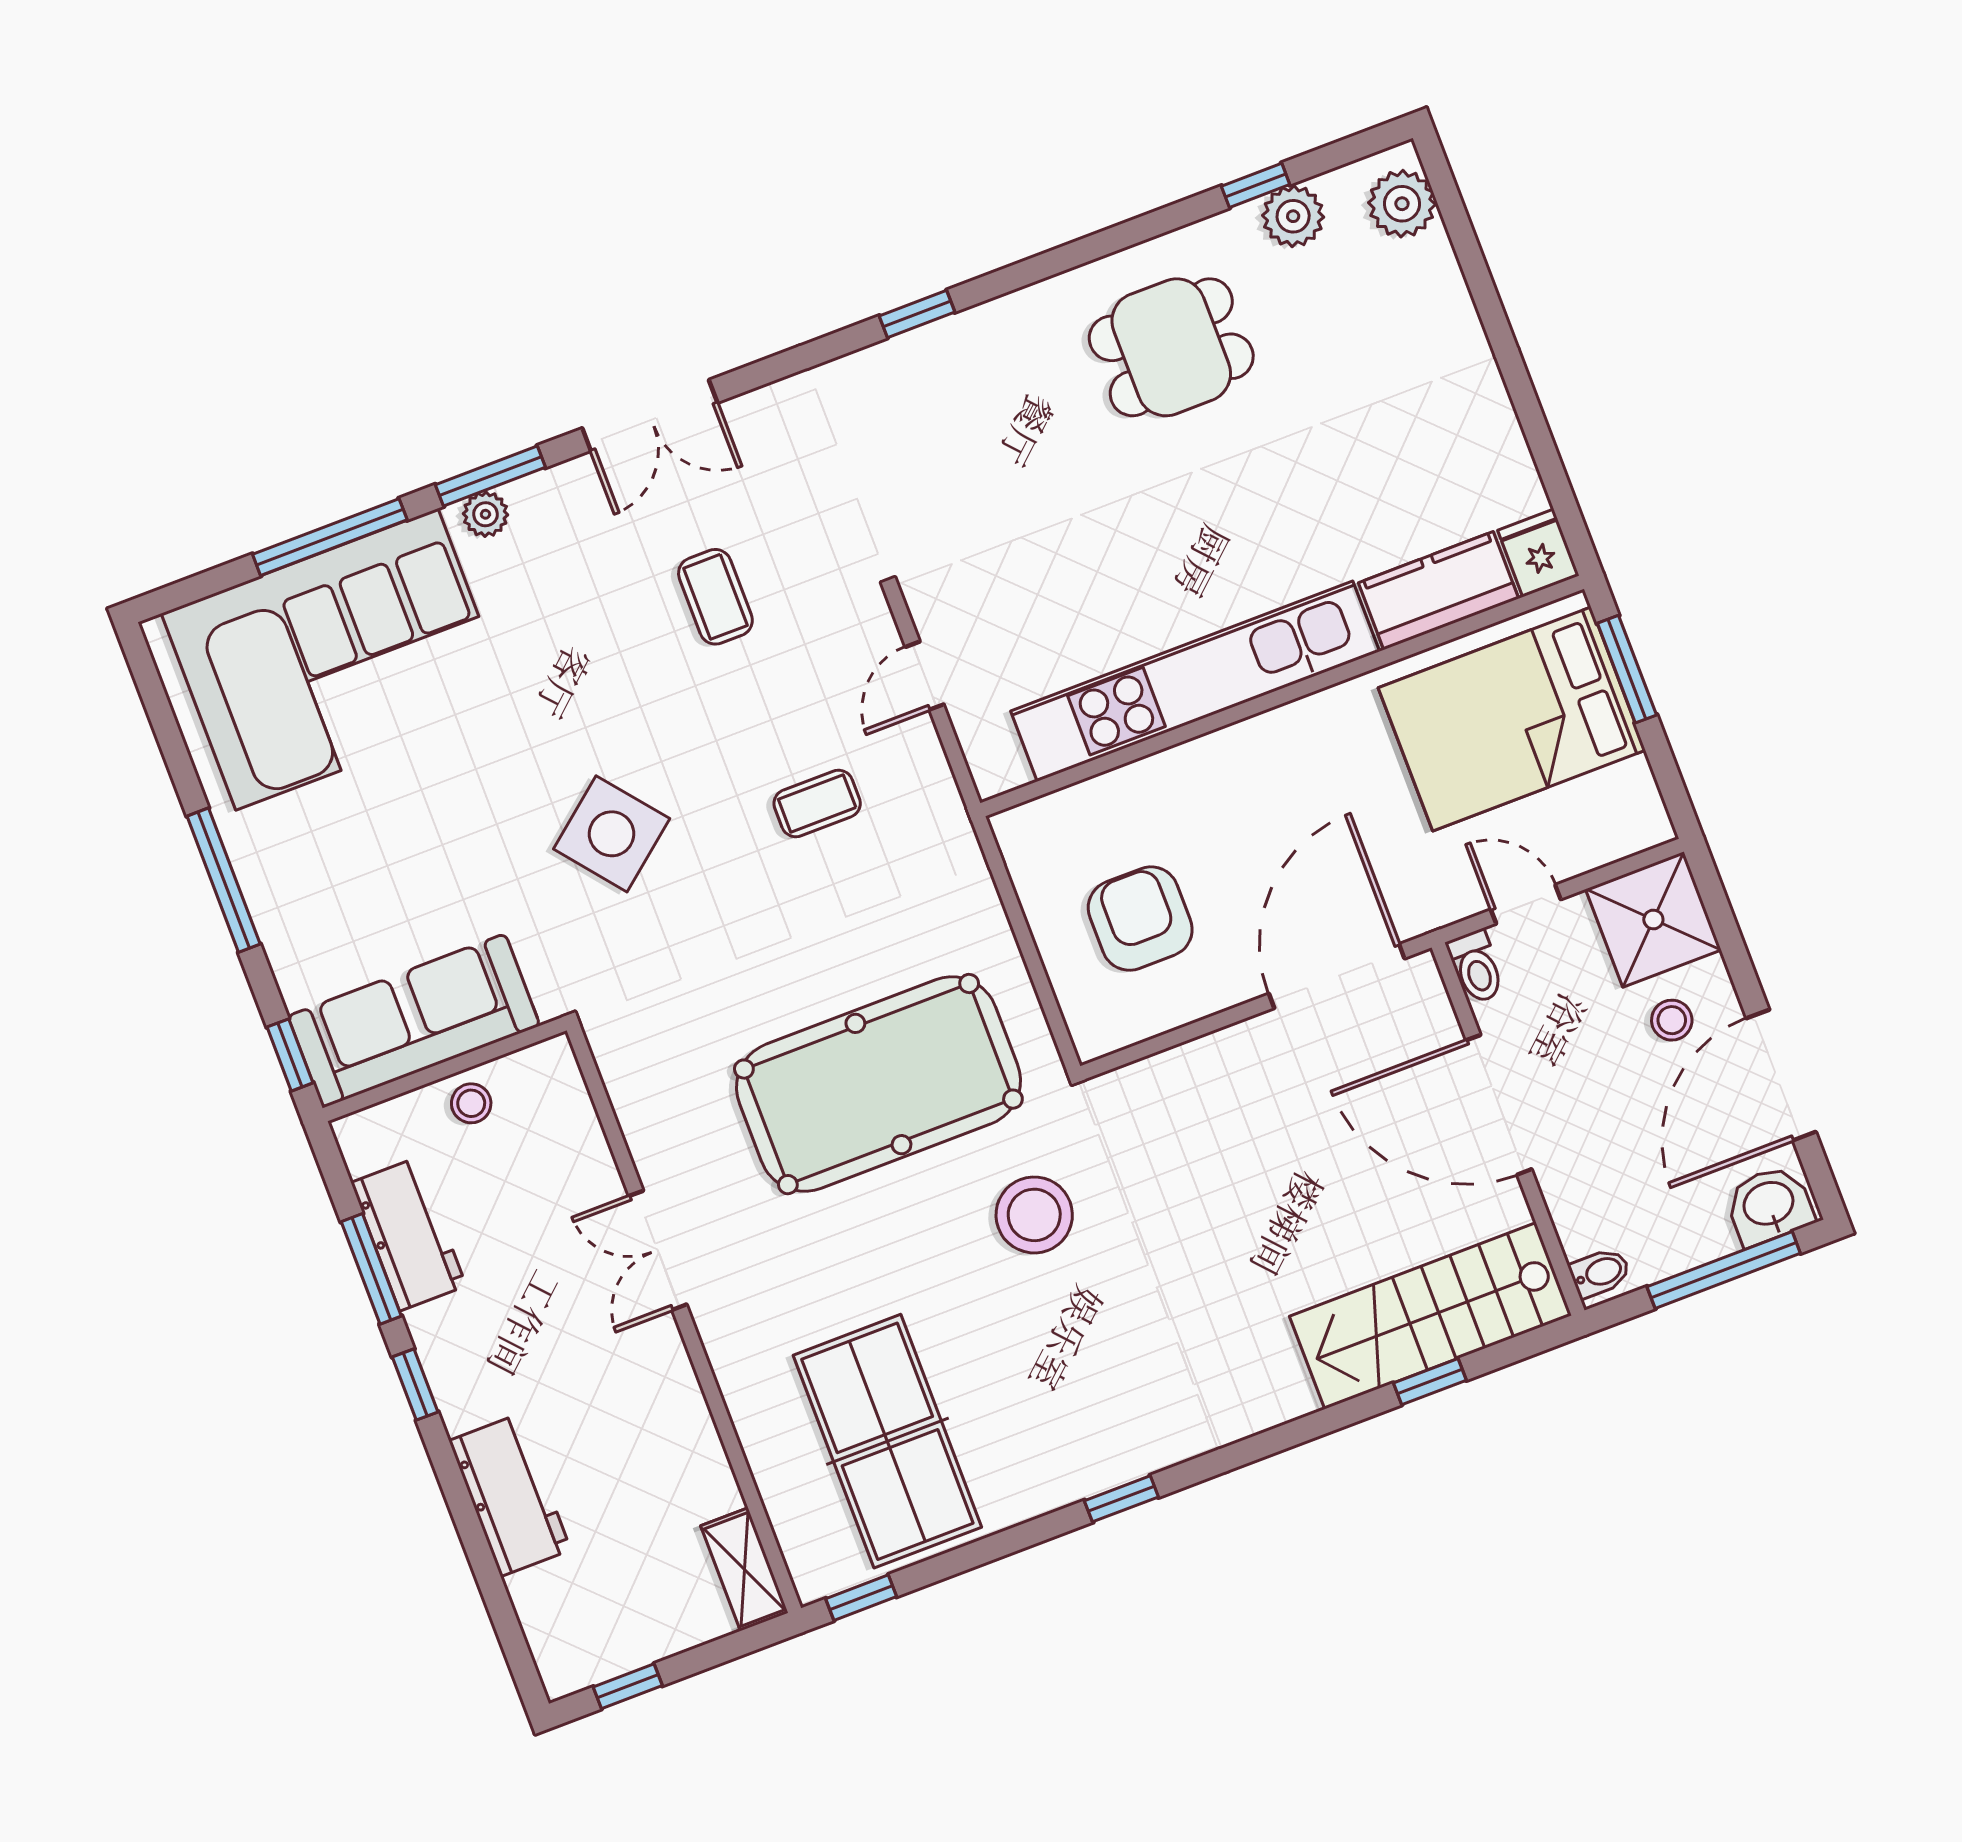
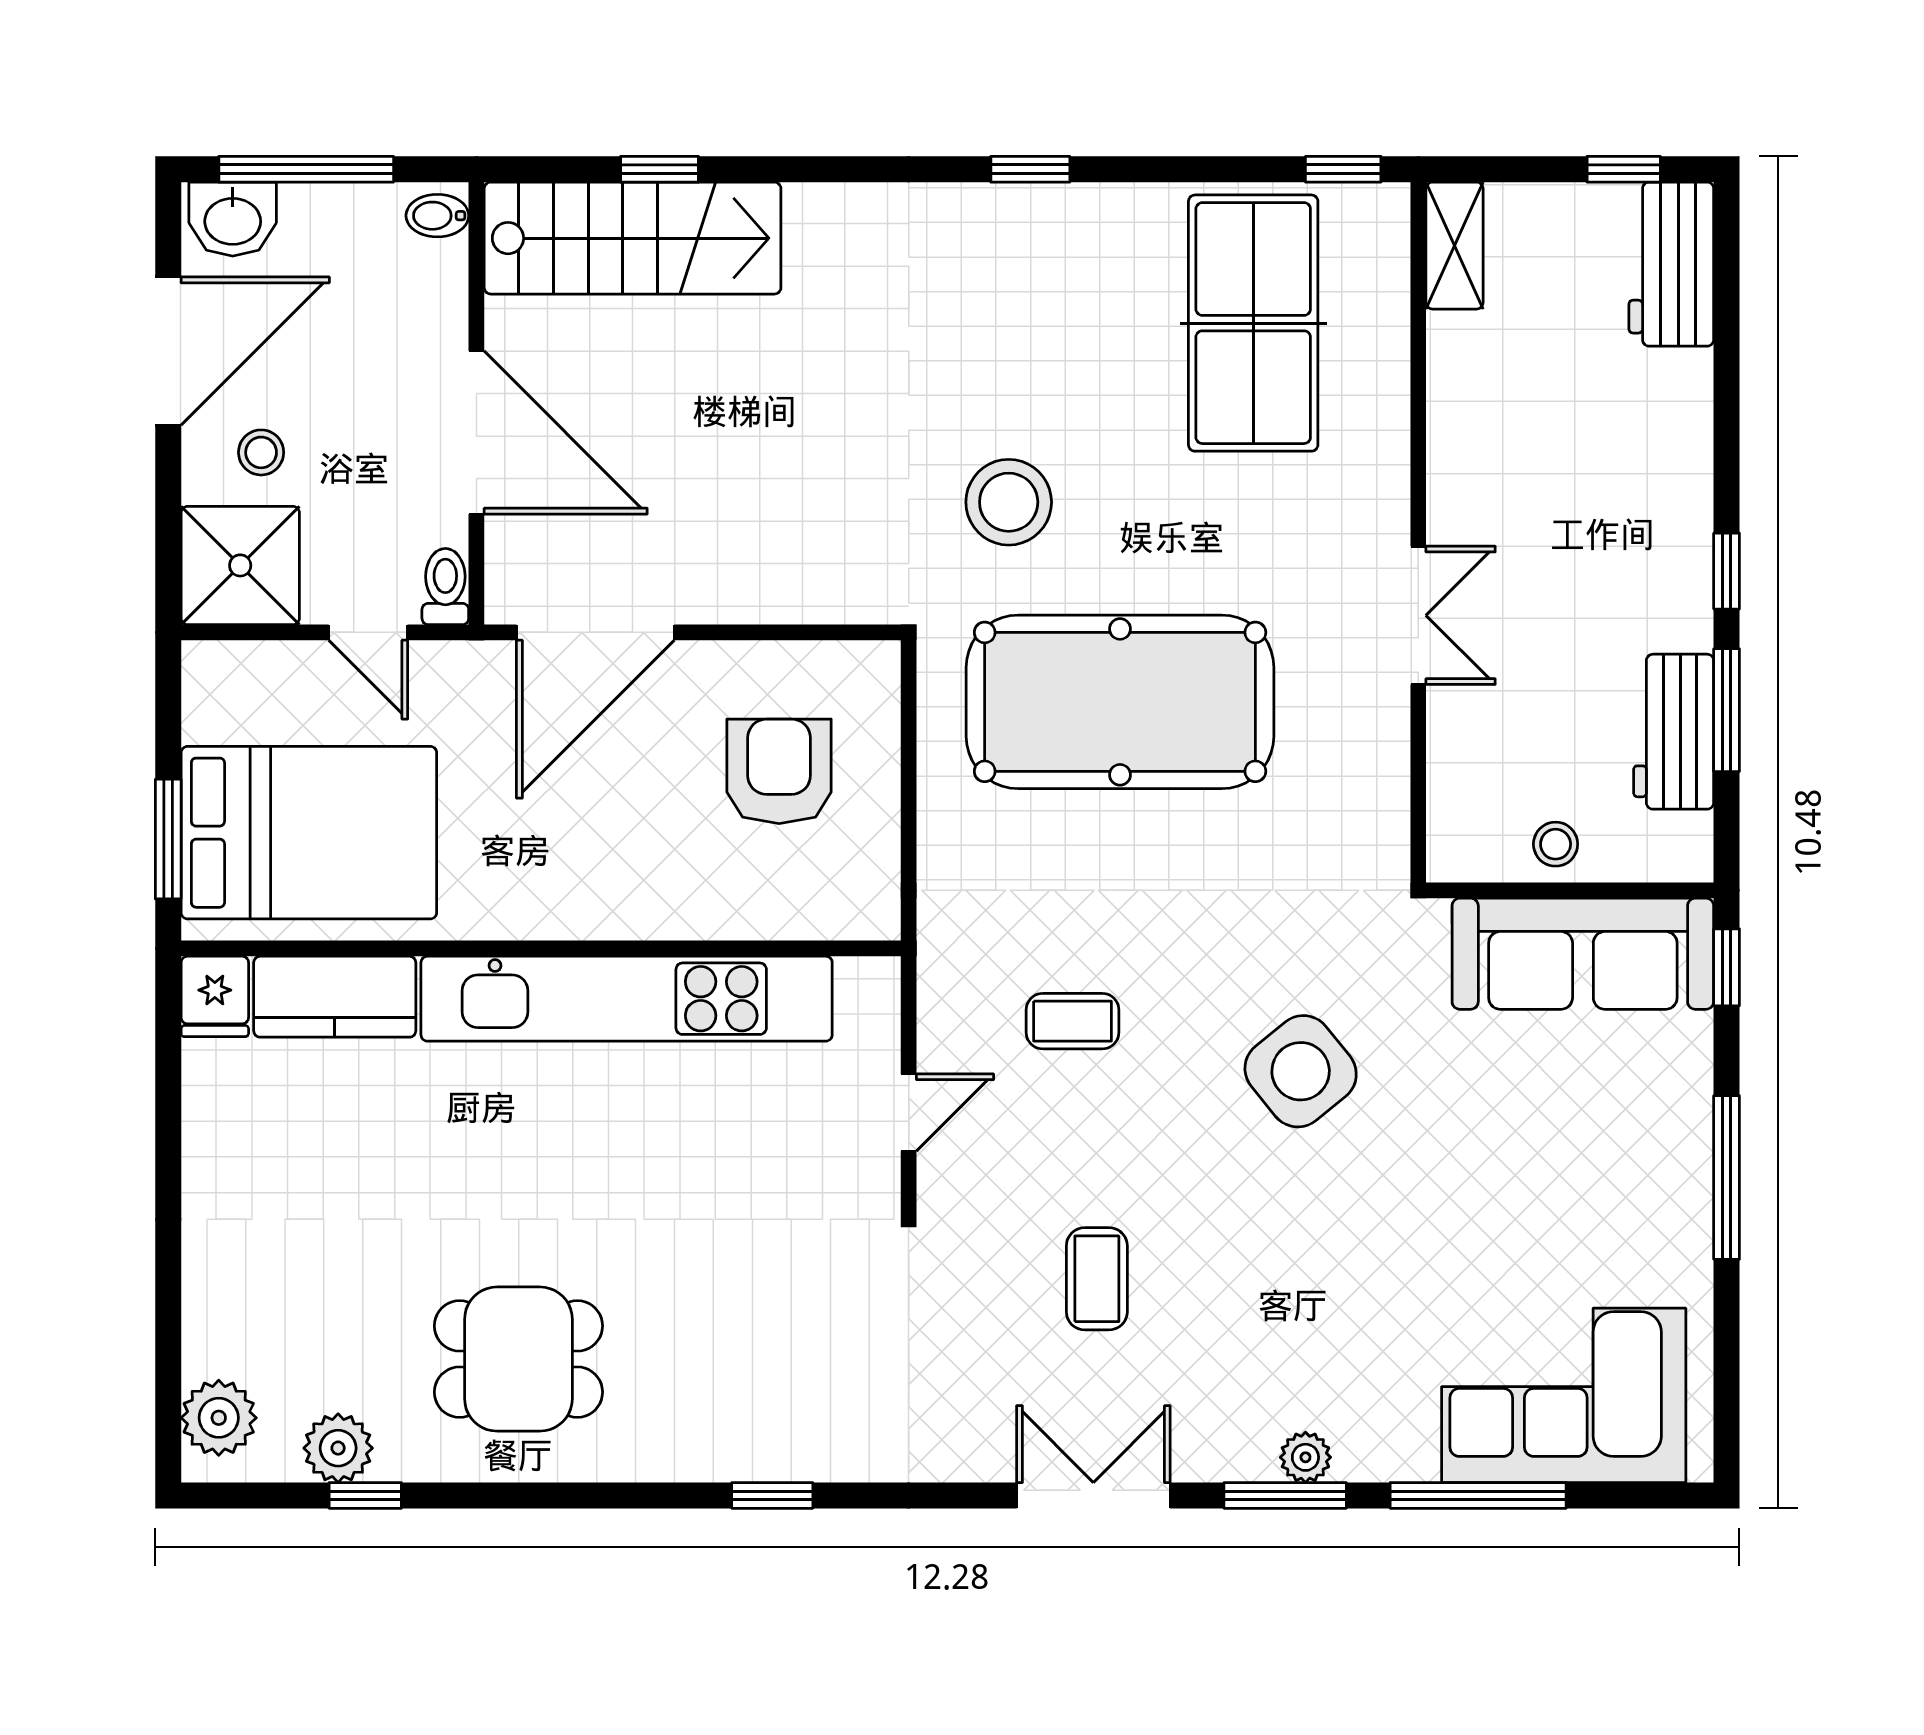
corner sofa: (337, 659) -> (1564, 1395), width x0.73, depth x0.74
armchair: (1140, 919) -> (779, 771), turned 180
workbench: (510, 1495) -> (1671, 264), moved

